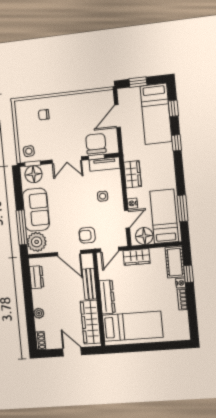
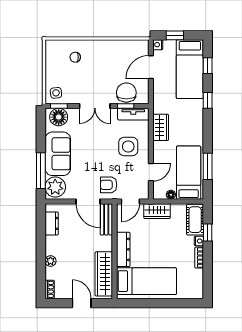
side table: (103, 196) -> (128, 146), width x1.87, depth x1.87
nightstand: (132, 203) -> (158, 45), moved
floor lamp: (144, 236) -> (171, 195), width x0.53, depth x0.53
bench: (89, 284) -> (106, 219), moved

